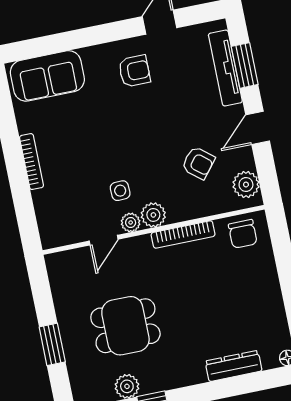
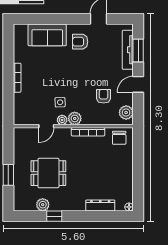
armchair: (134, 71) -> (80, 42), turned 180
sofa: (47, 76) -> (47, 35), moved
armchair: (198, 163) -> (104, 96), turned -129

